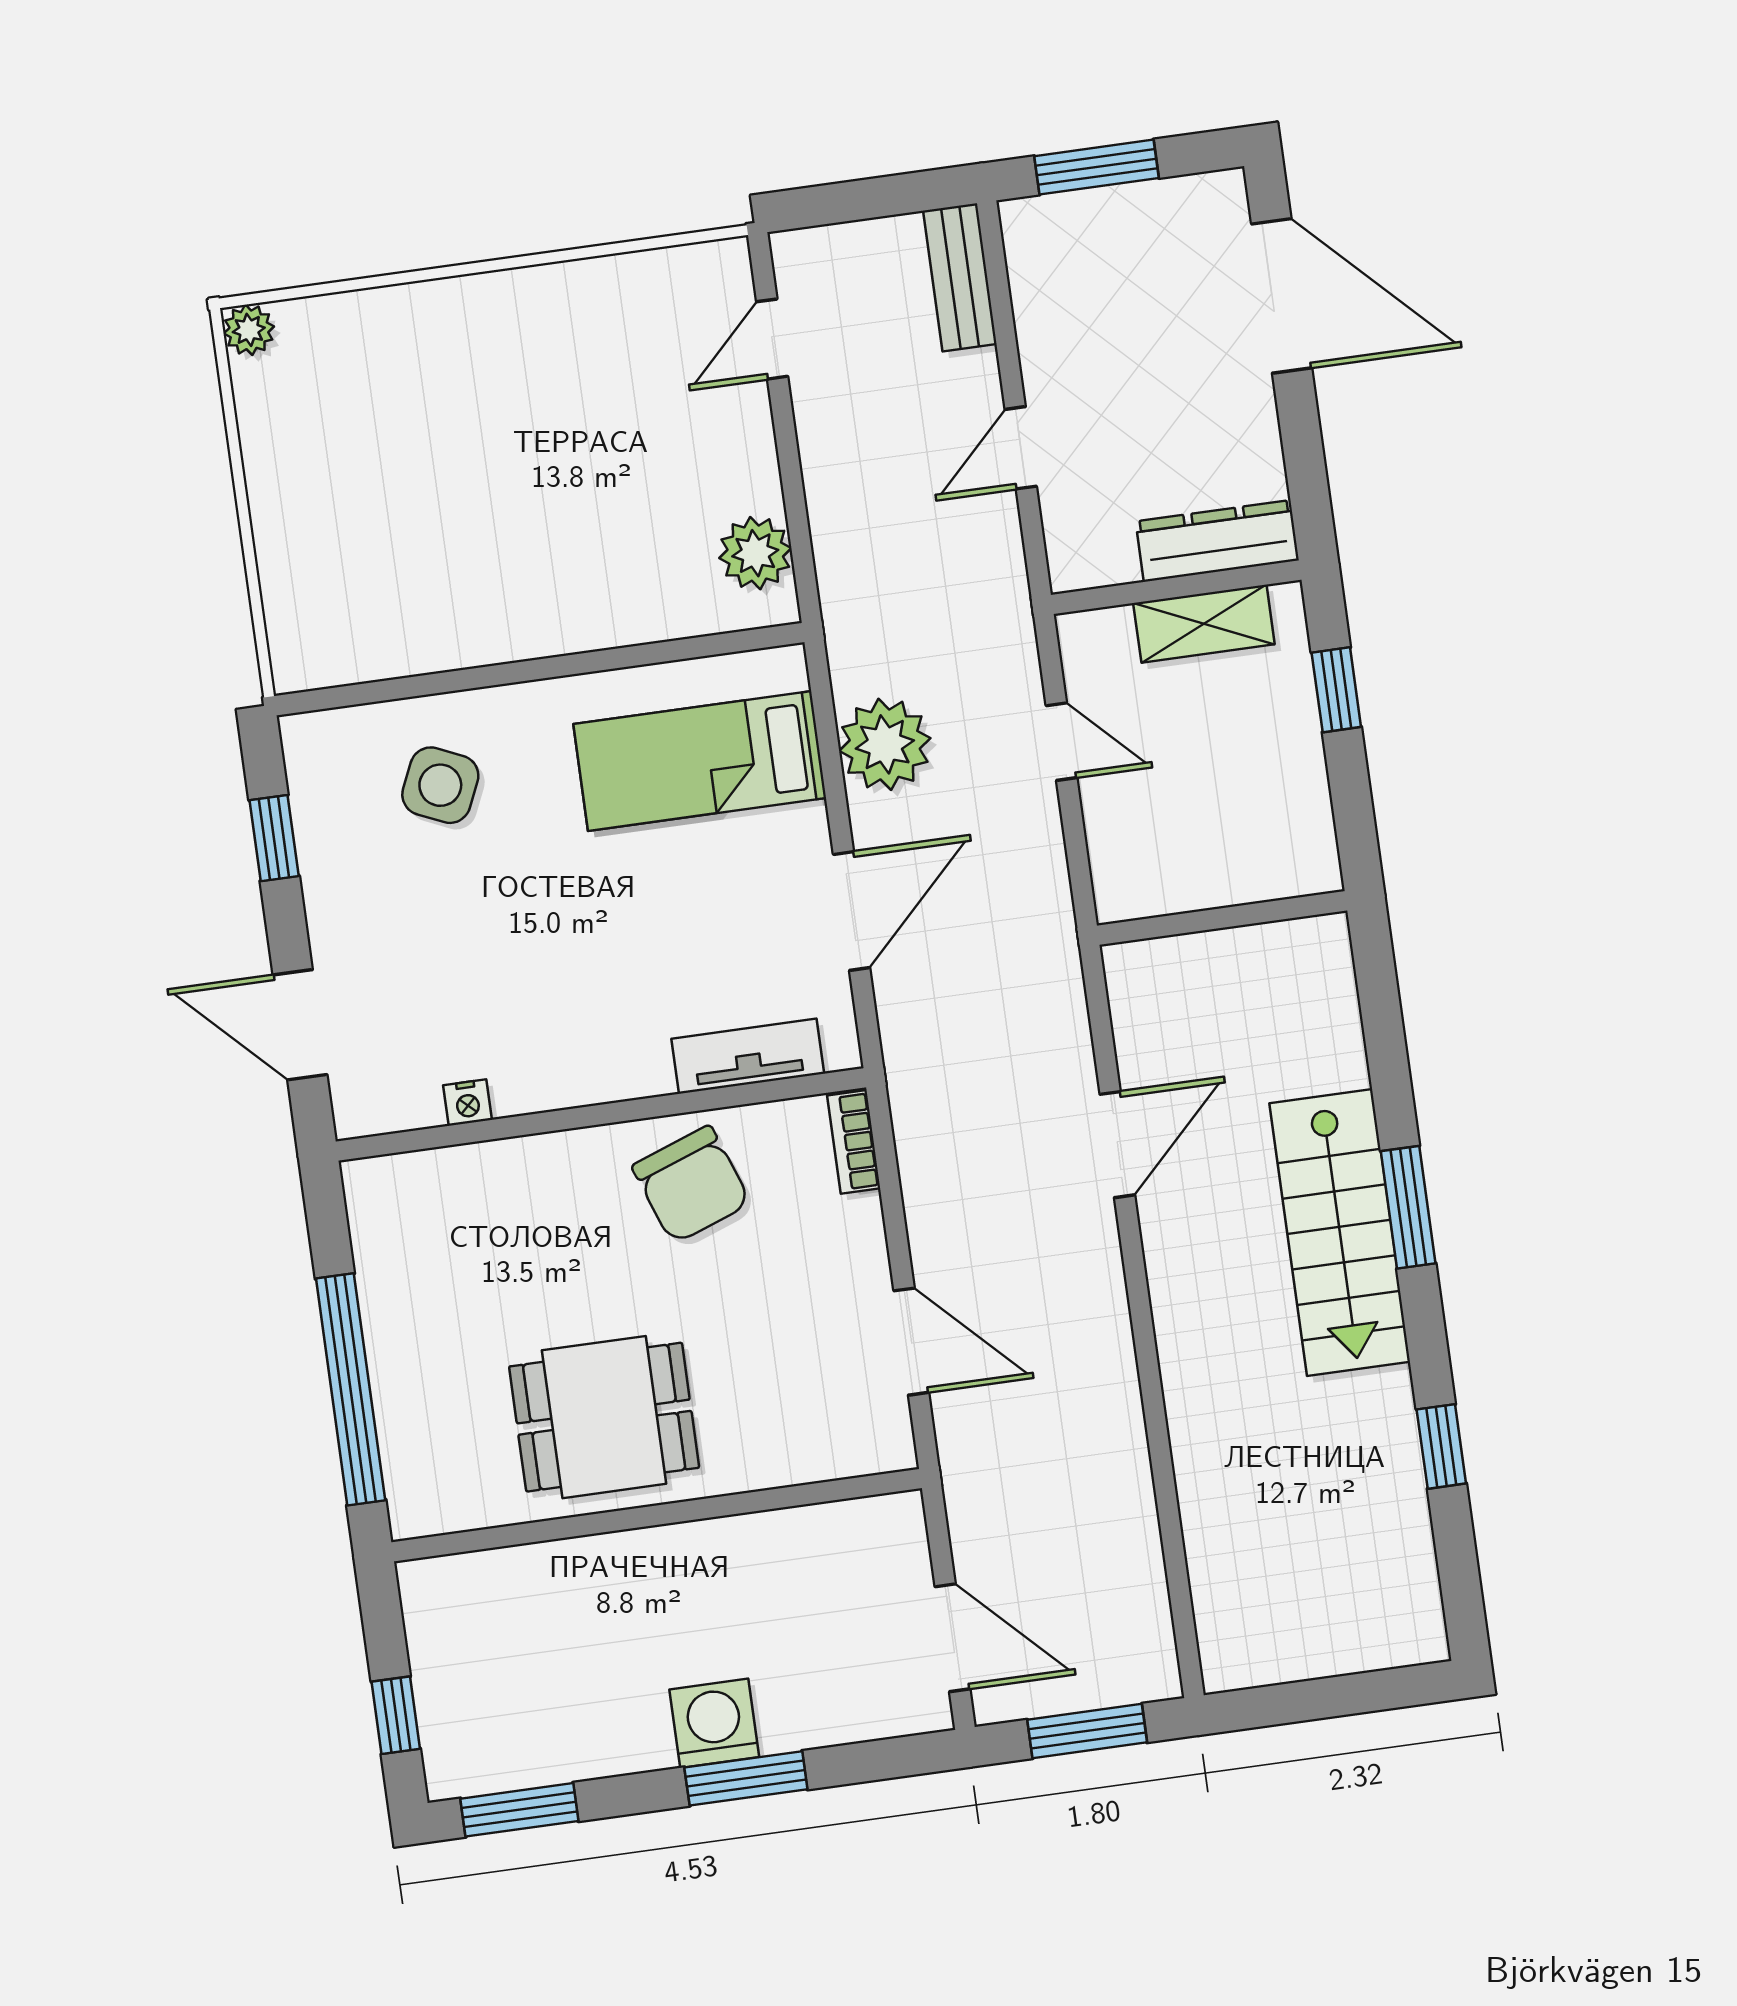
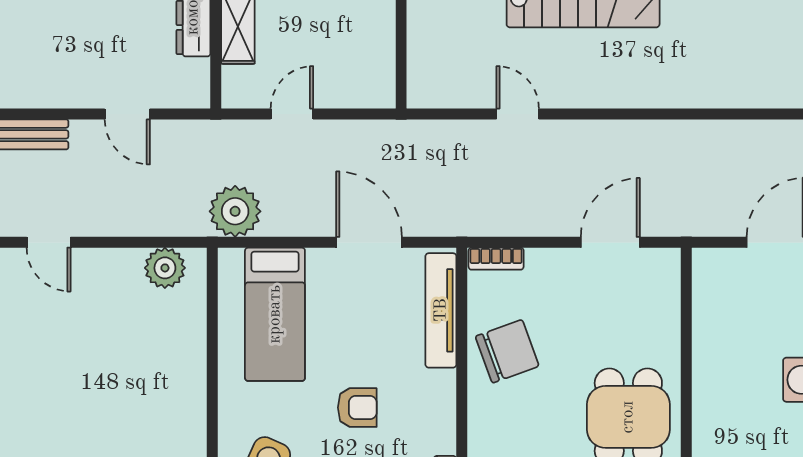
plant: (885, 744) -> (235, 211), moved
armchair: (554, 931) -> (357, 408), added
tv unit: (748, 1056) -> (441, 310), width x1.41
door: (1117, 1145) -> (518, 114), width x0.73

